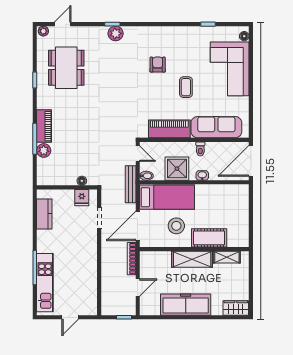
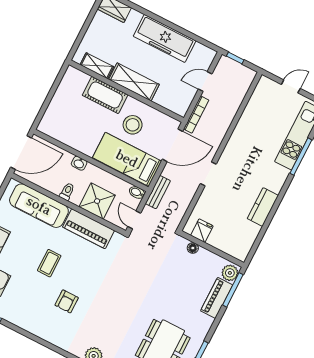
shower: (177, 169) -> (97, 201), moved
floor lamp: (82, 181) -> (193, 248), moved
bench: (131, 184) -> (158, 192), width x0.73
wall: (67, 187) -> (212, 249), moved
fridge: (82, 198) -> (202, 231), moved

